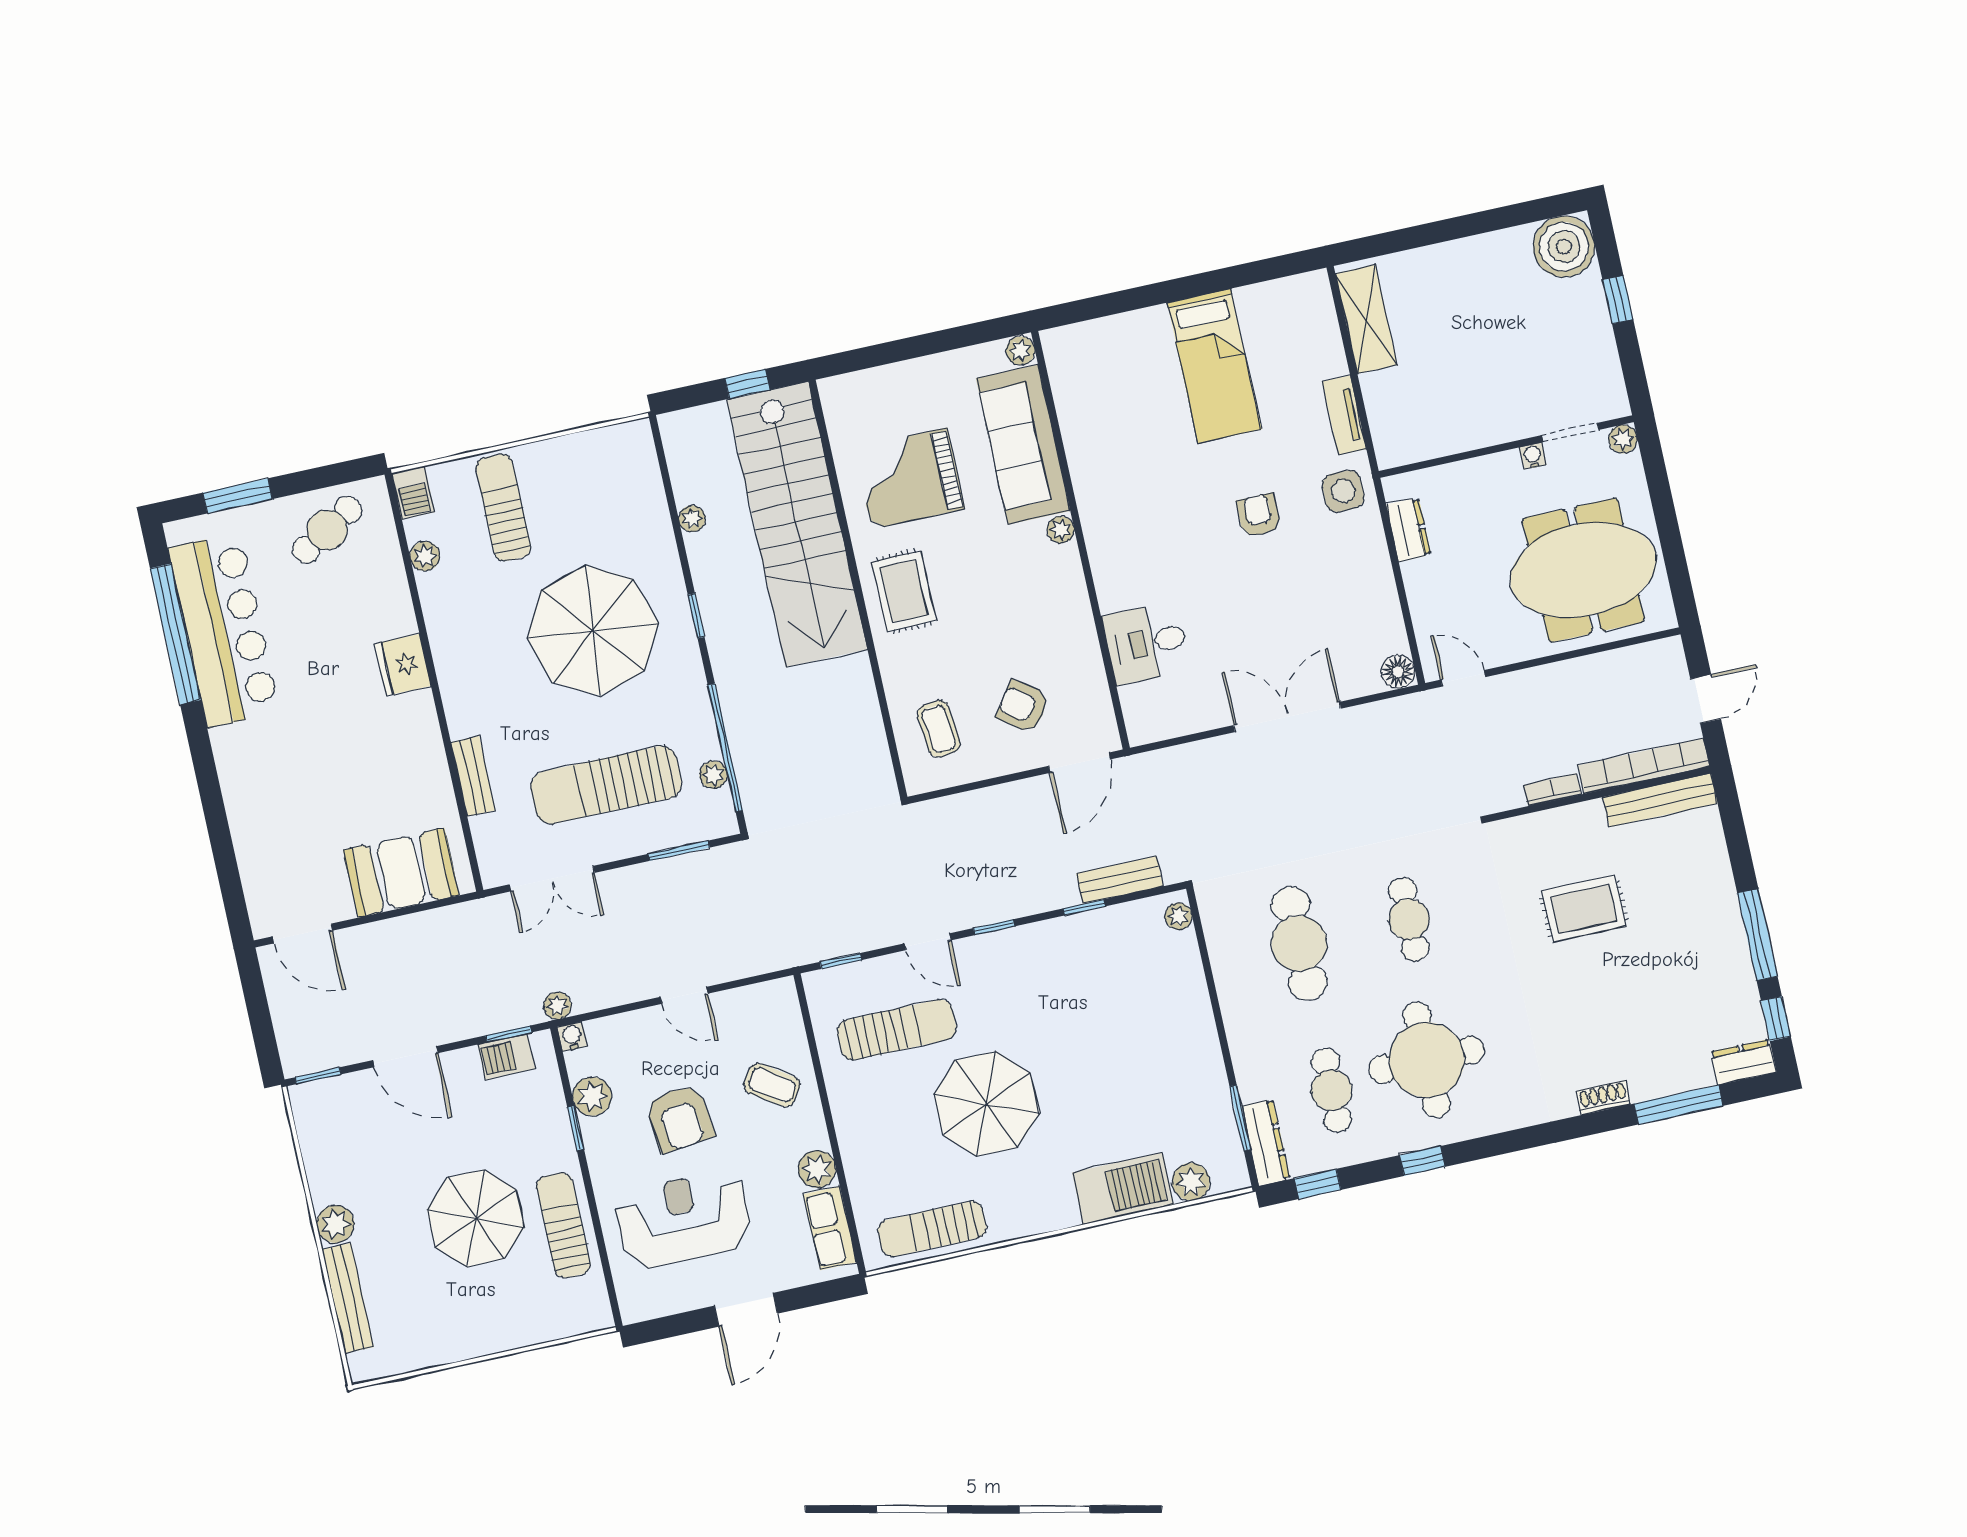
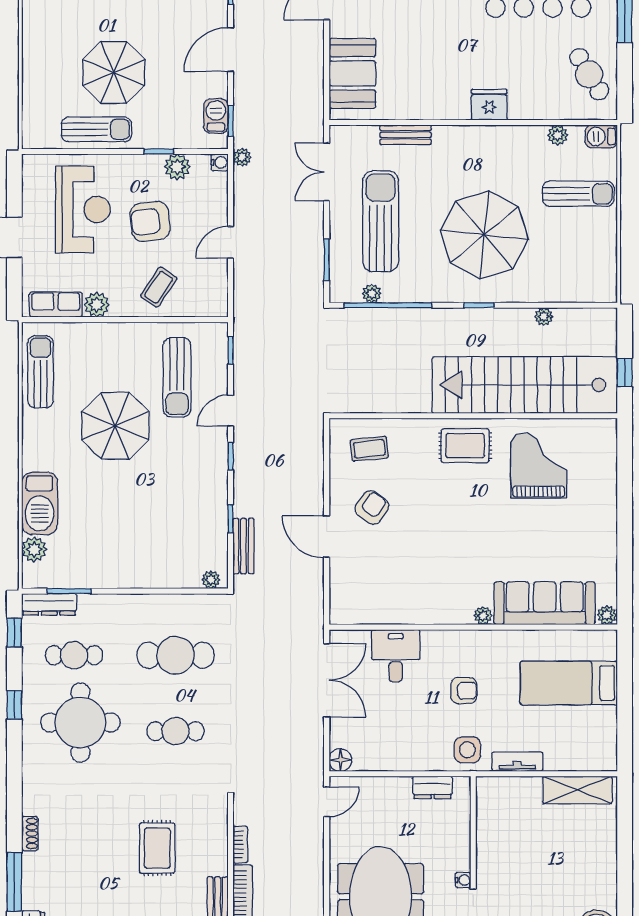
plant: (1020, 351) -> (607, 615), moved
sofa: (1023, 444) -> (545, 603), moved
plant: (1061, 530) -> (483, 616), moved
wall: (1080, 540) -> (473, 627), moved
desk: (1146, 643) -> (396, 656), moved

